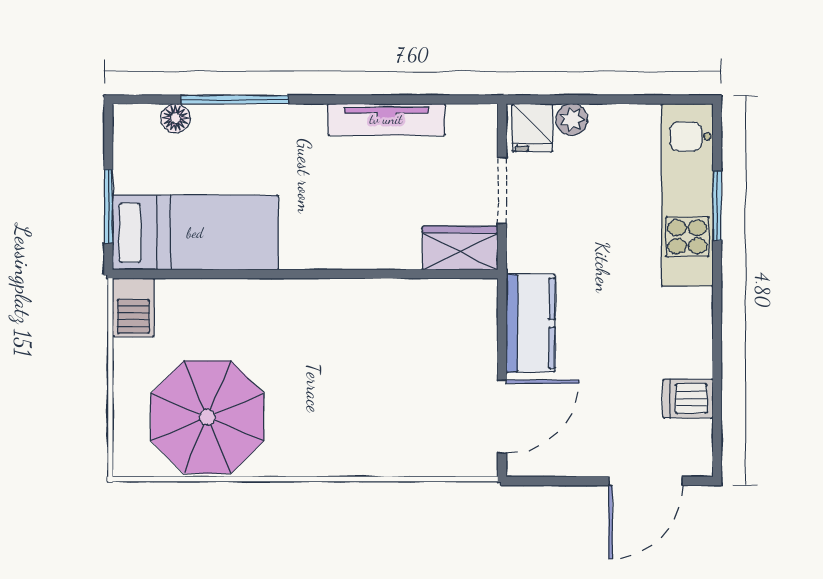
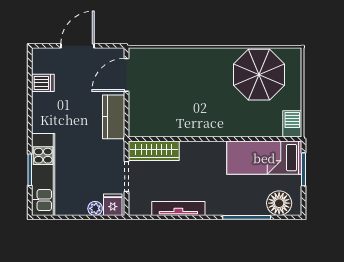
floor lamp: (175, 118) -> (279, 203), width x1.89, depth x1.89
wardrobe: (460, 248) -> (154, 151), width x1.50
door: (646, 481) -> (77, 46), moved

